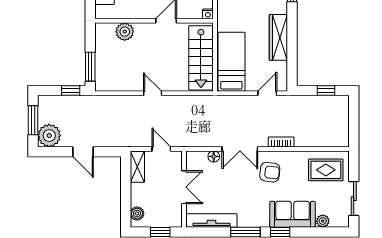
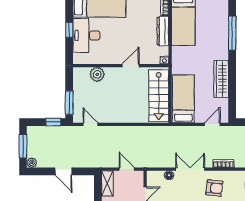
door: (153, 93) -> (90, 124), moved
plant: (49, 136) -> (32, 163), width x0.53, depth x0.53
double door: (240, 149) -> (190, 169), swing flipped

